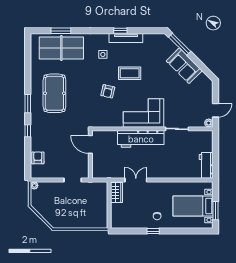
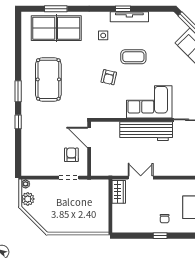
armchair: (38, 158) -> (71, 155), moved
plant: (36, 199) -> (28, 199), added

